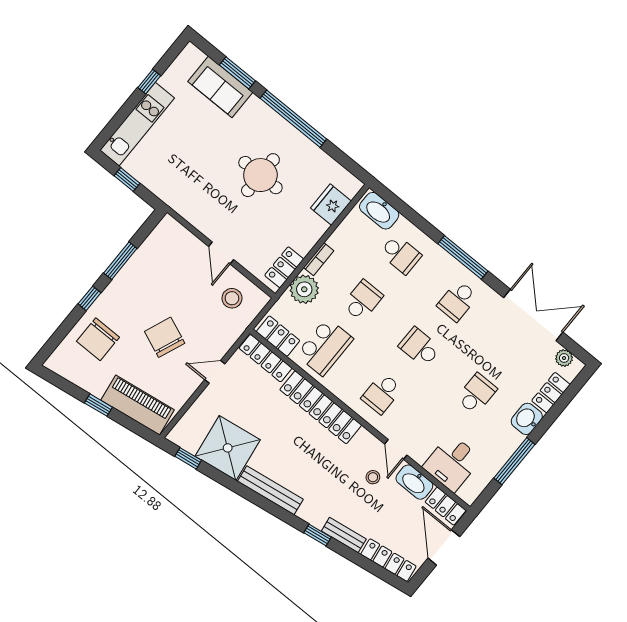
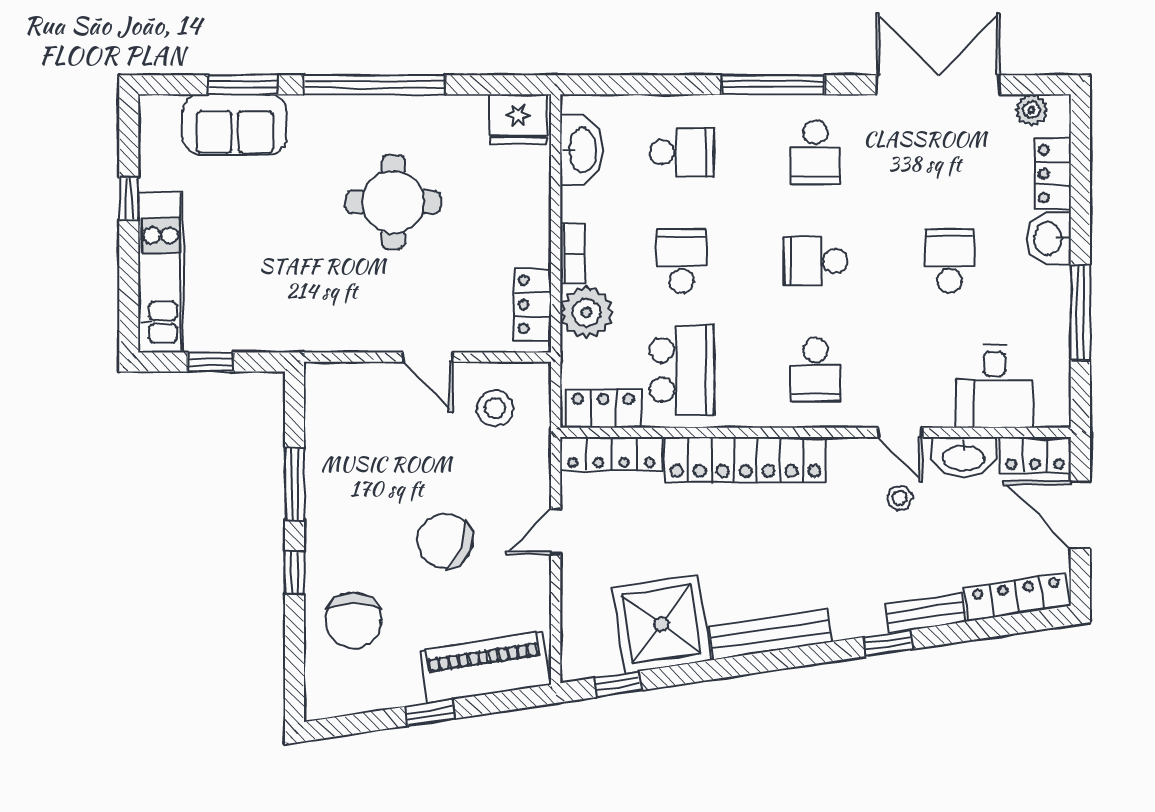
fridge: (331, 205) -> (518, 119), moved, turned -90
washbasin: (379, 211) -> (582, 150), moved, turned -90

